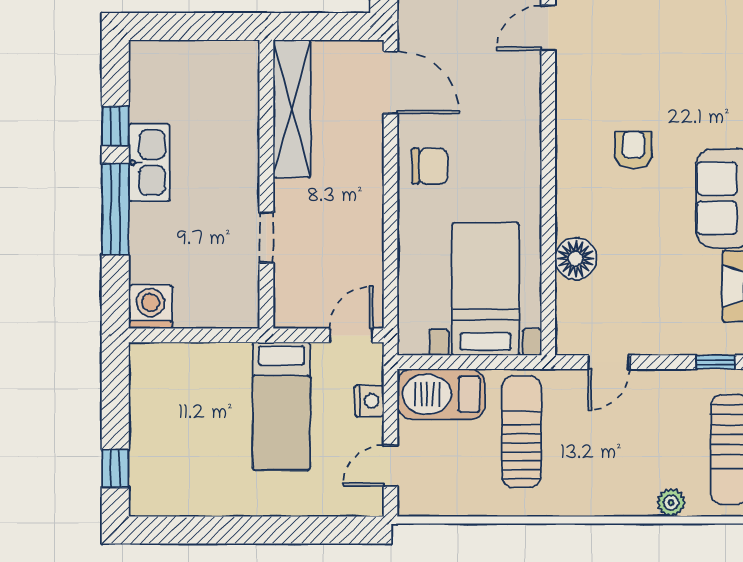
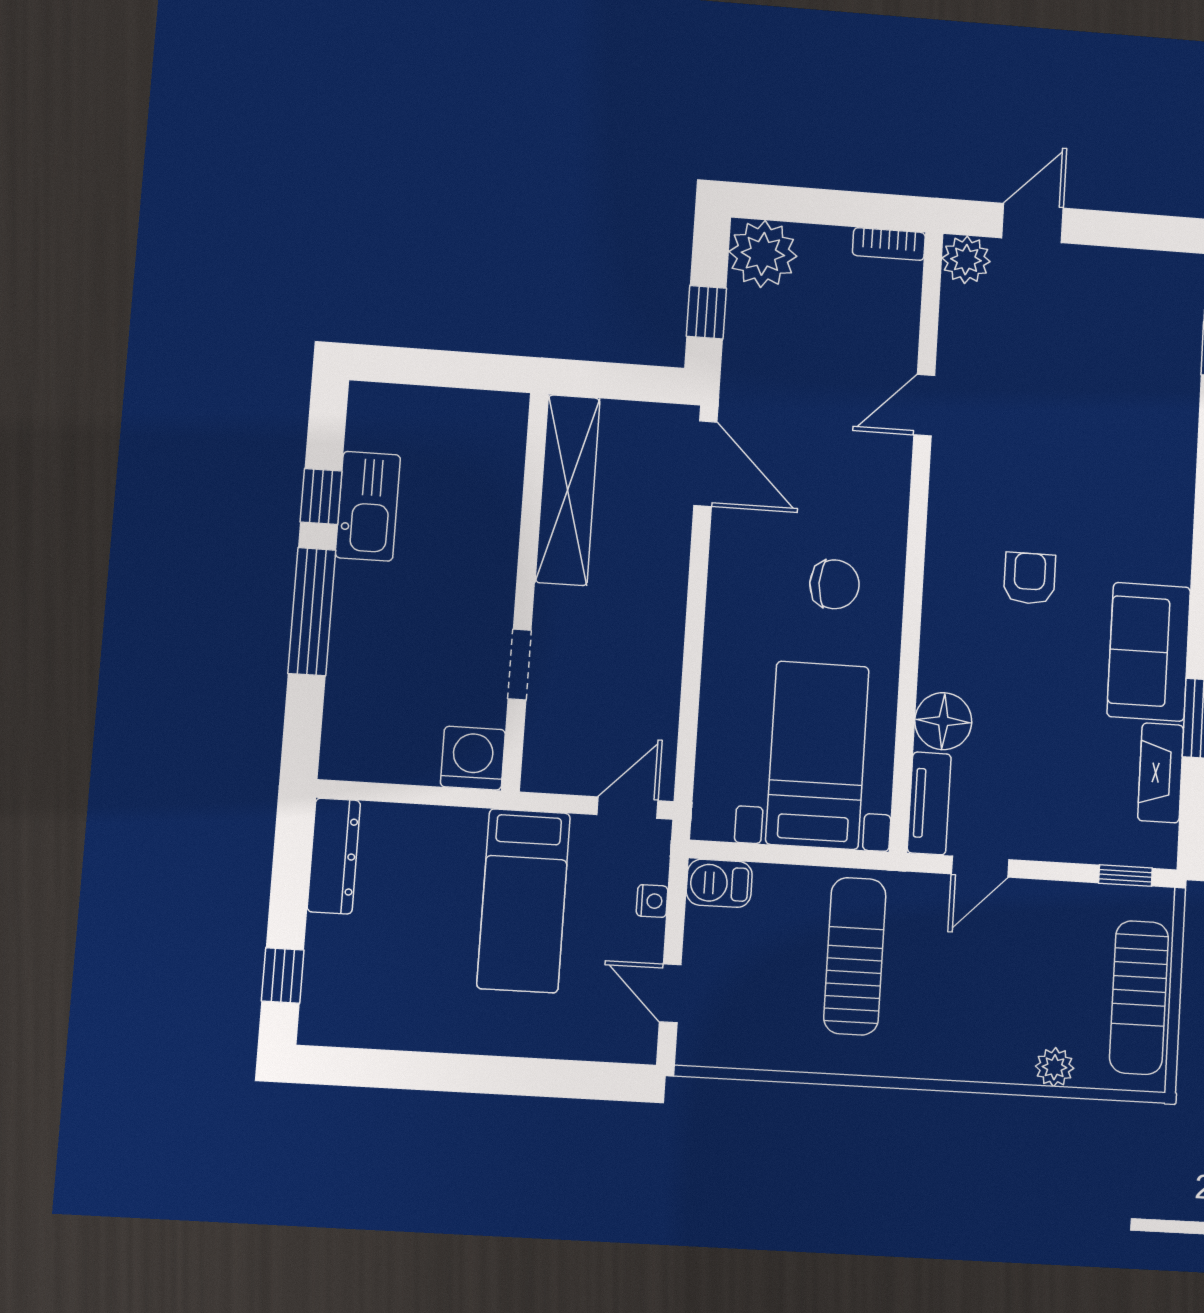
kitchen sink: (149, 162) -> (368, 506), moved
chair: (430, 166) -> (834, 584), moved
washing machine: (151, 307) -> (473, 758), moved
tv unit: (569, 319) -> (929, 803), added
dresser: (145, 383) -> (334, 856), added
barbecue: (441, 394) -> (719, 883), width x0.53, depth x0.65
nightstand: (369, 401) -> (652, 901), width x0.72, depth x0.74
door: (391, 466) -> (670, 993), hinge flipped

